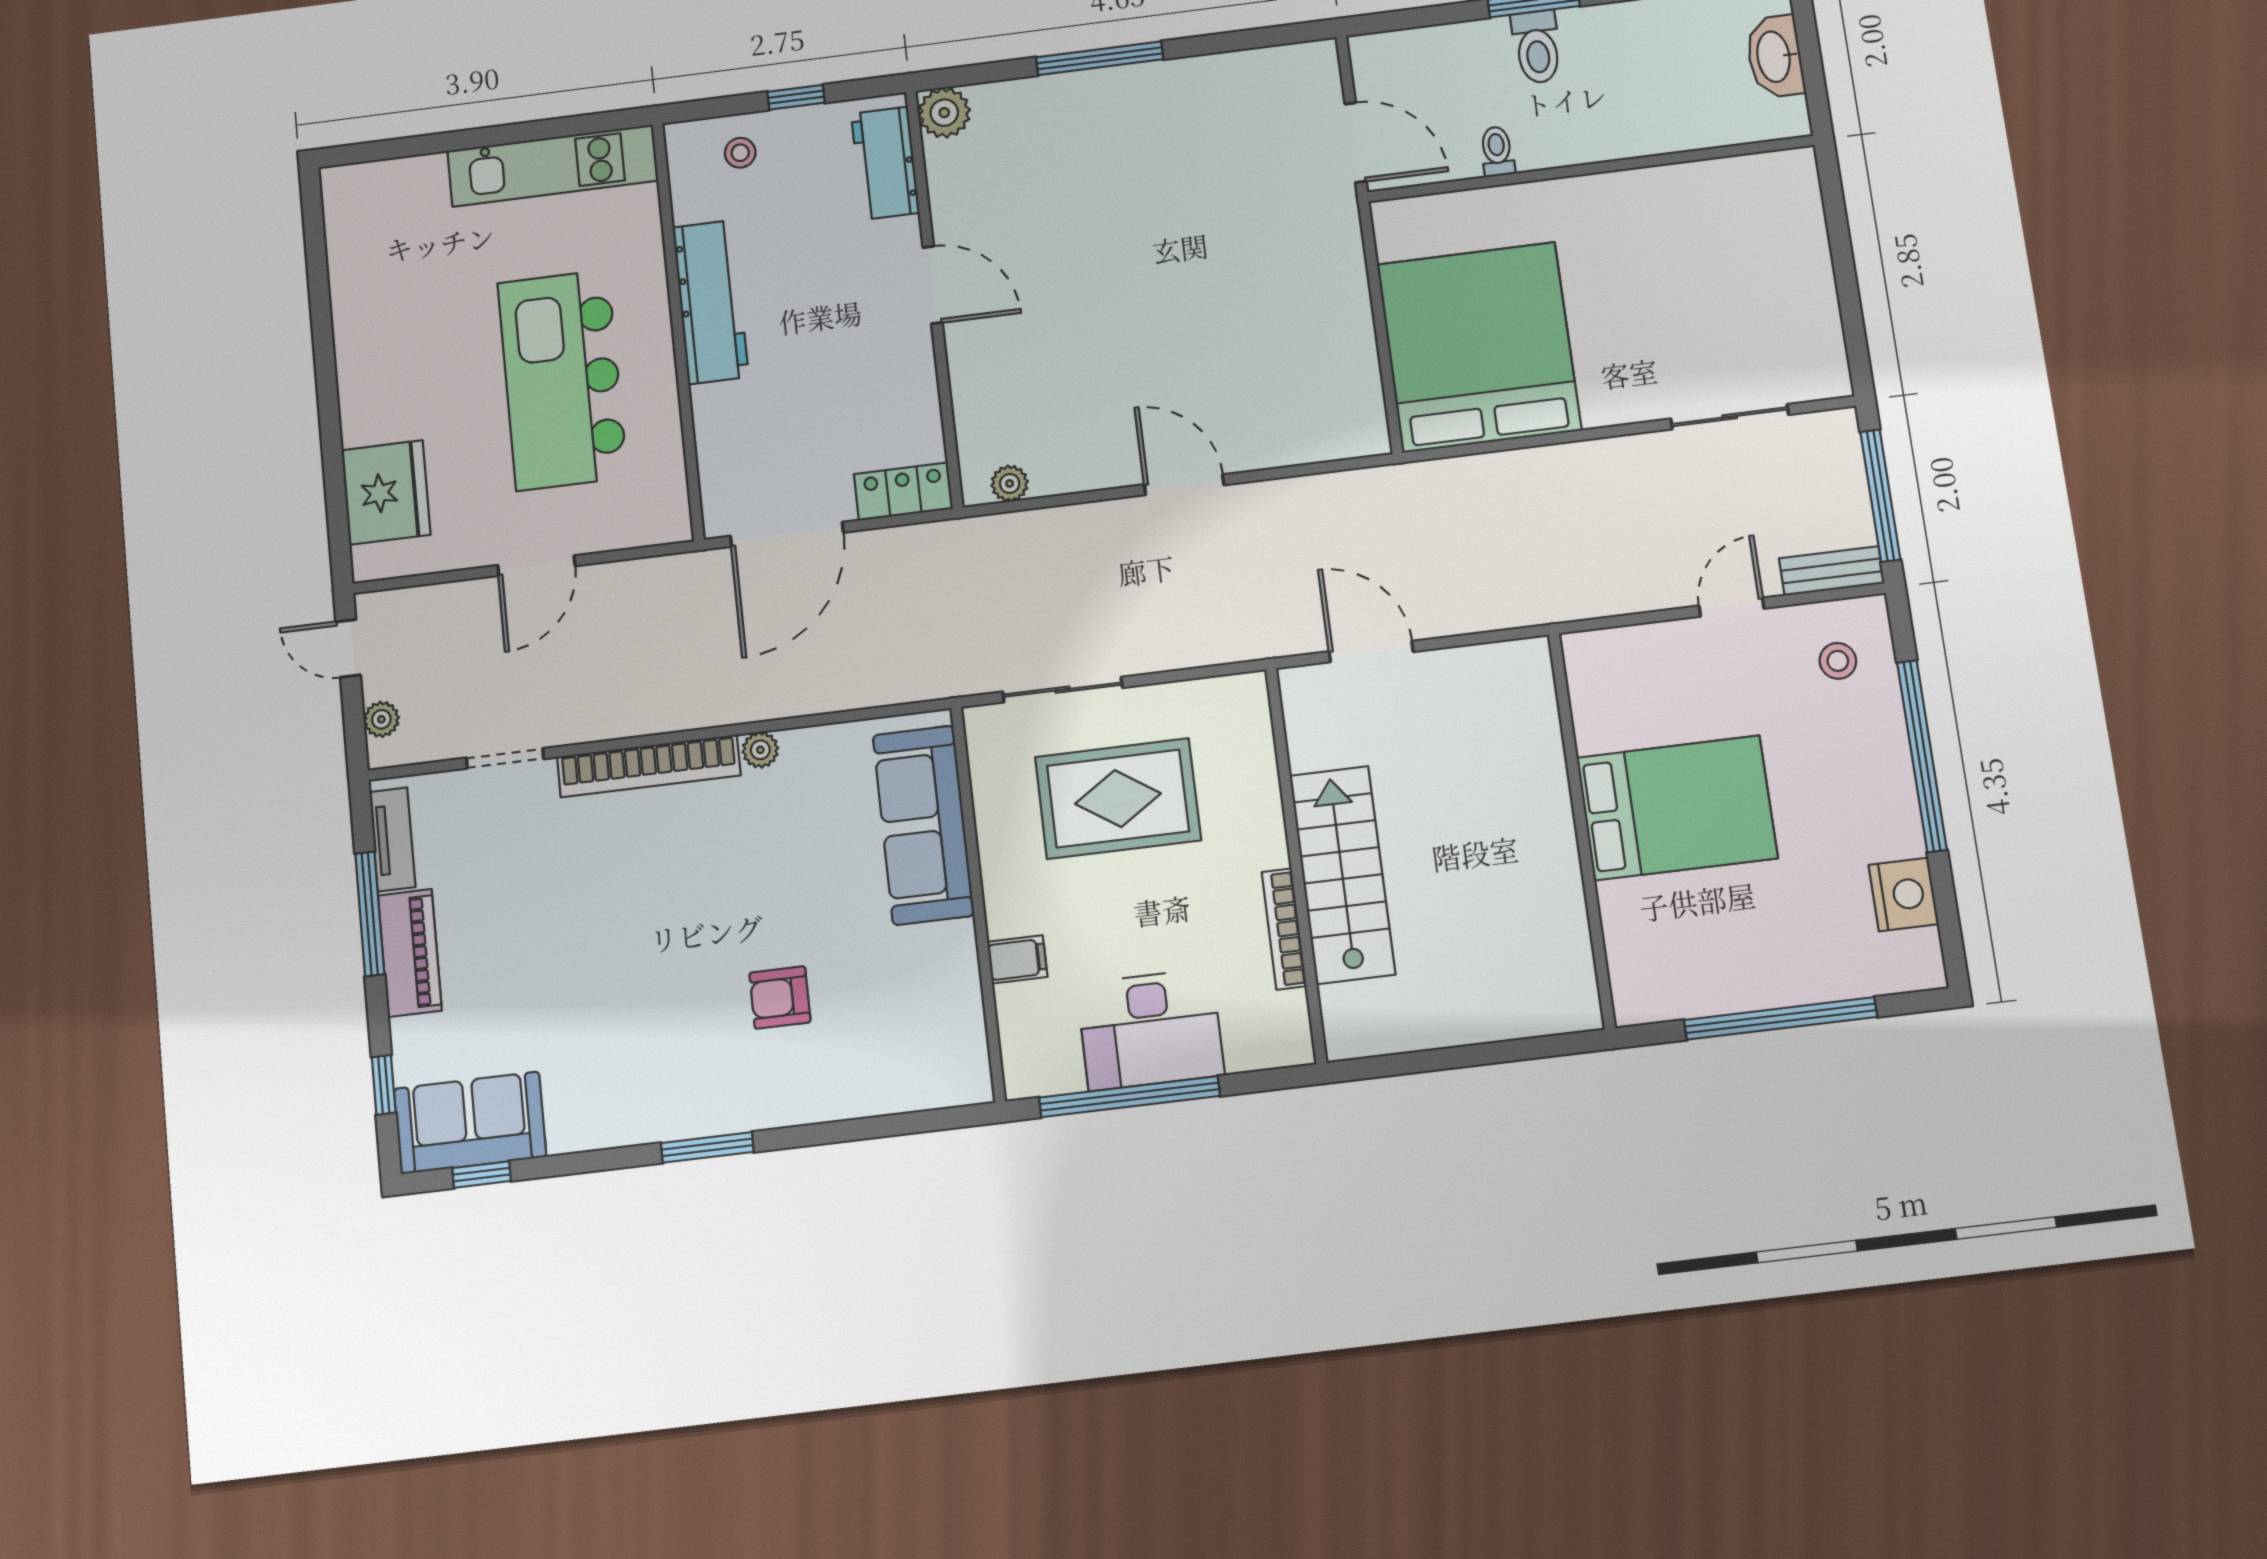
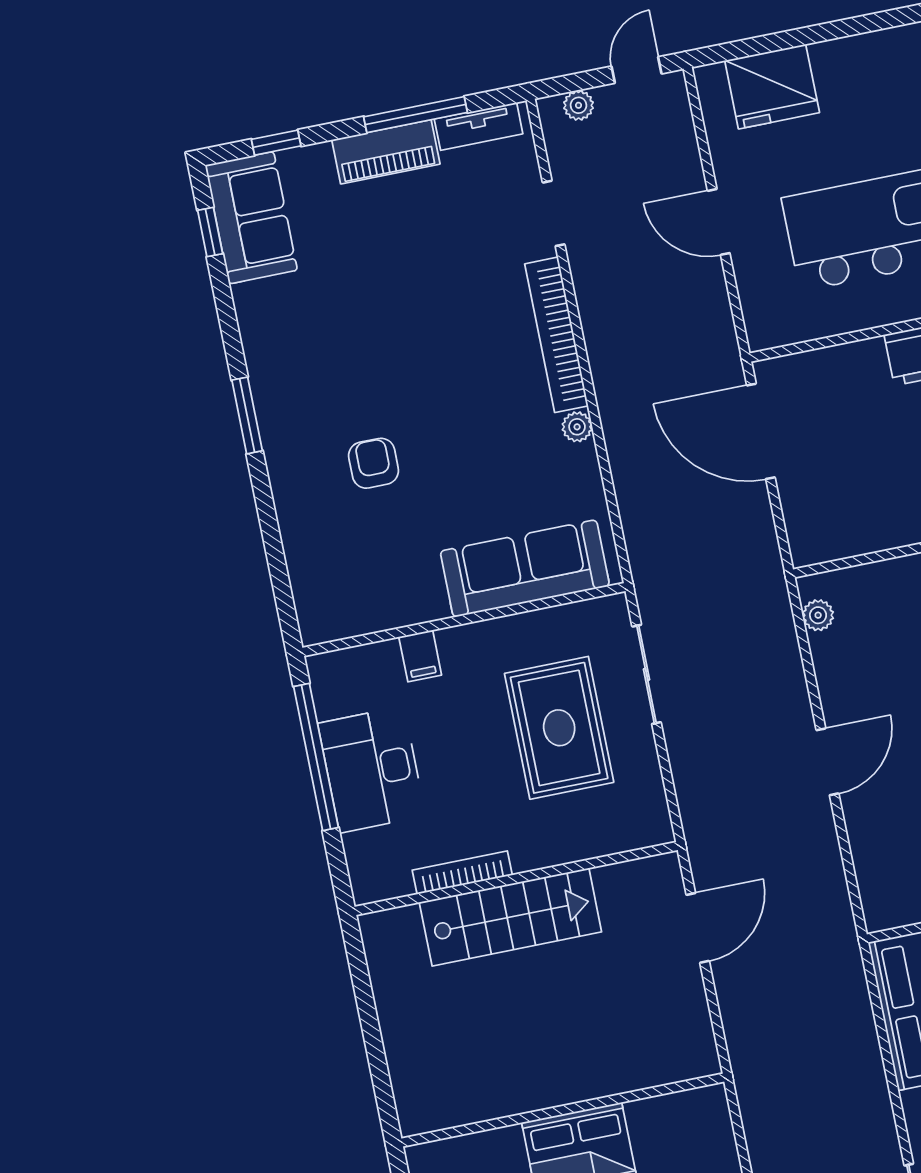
locker: (903, 491) -> (805, 526), removed

